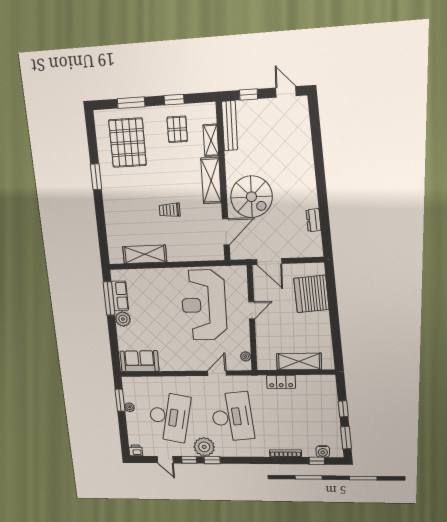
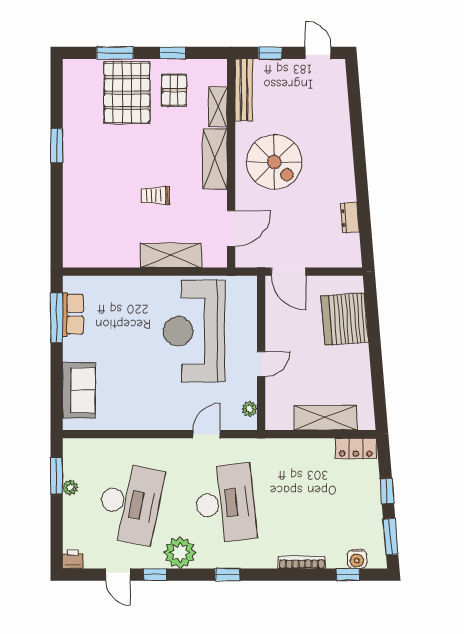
pallet: (128, 143) -> (127, 93), moved
spiral stairs: (251, 197) -> (274, 162), moved
shelving: (145, 254) -> (171, 255), moved
door: (252, 310) -> (261, 364), moved
plant: (123, 319) -> (74, 349), removed
sofa: (140, 361) -> (79, 390), moved, turned 90
locker: (281, 382) -> (356, 448), moved
window: (212, 460) -> (227, 575), moved

